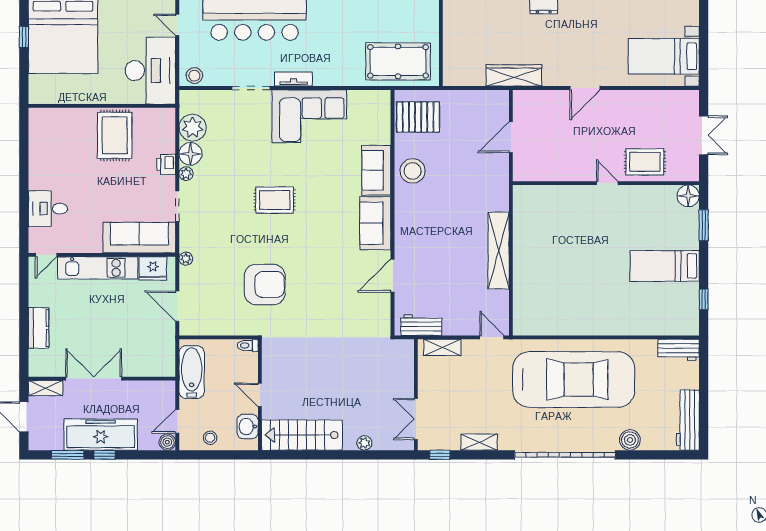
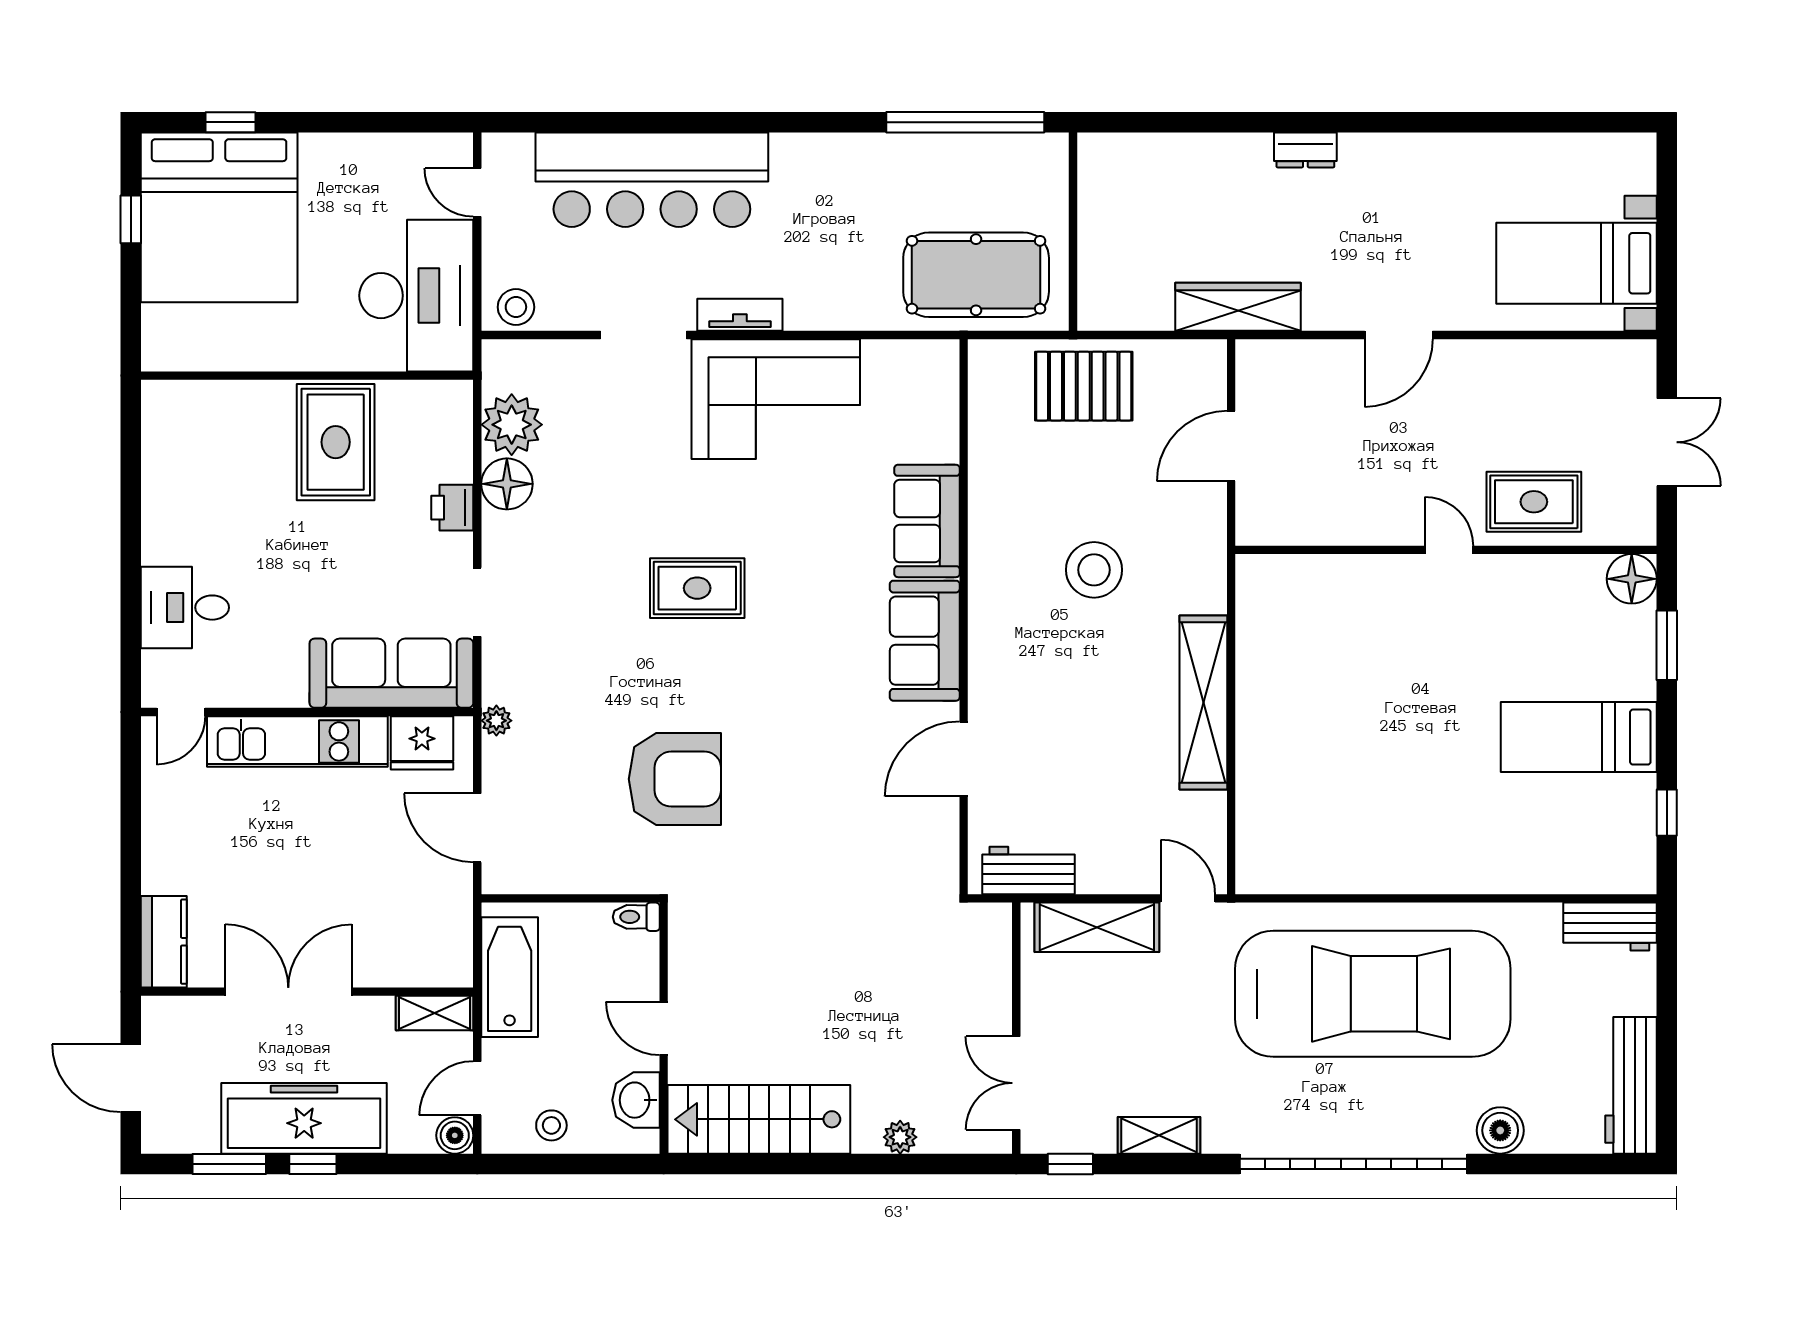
pallet: (418, 117) -> (1084, 386), moved
stool: (413, 171) -> (1094, 570), moved
plant: (186, 174) -> (497, 529), removed
kitchen counter: (39, 328) -> (164, 942), moved
shelving: (442, 347) -> (1097, 927), width x1.50, depth x1.33
shelving: (46, 388) -> (435, 1013), moved

